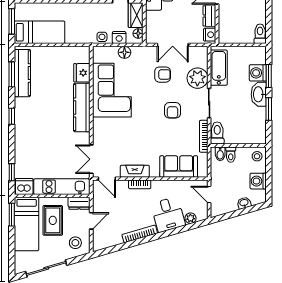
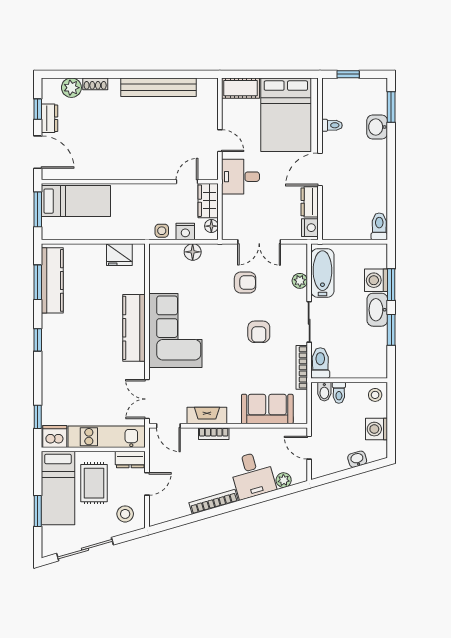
bed: (40, 32) -> (76, 201), moved
fridge: (82, 73) -> (119, 255), moved, turned -90
plant: (197, 78) -> (300, 281), width x0.53, depth x0.53
corner sofa: (112, 90) -> (175, 330), moved
window: (12, 215) -> (38, 511), moved

